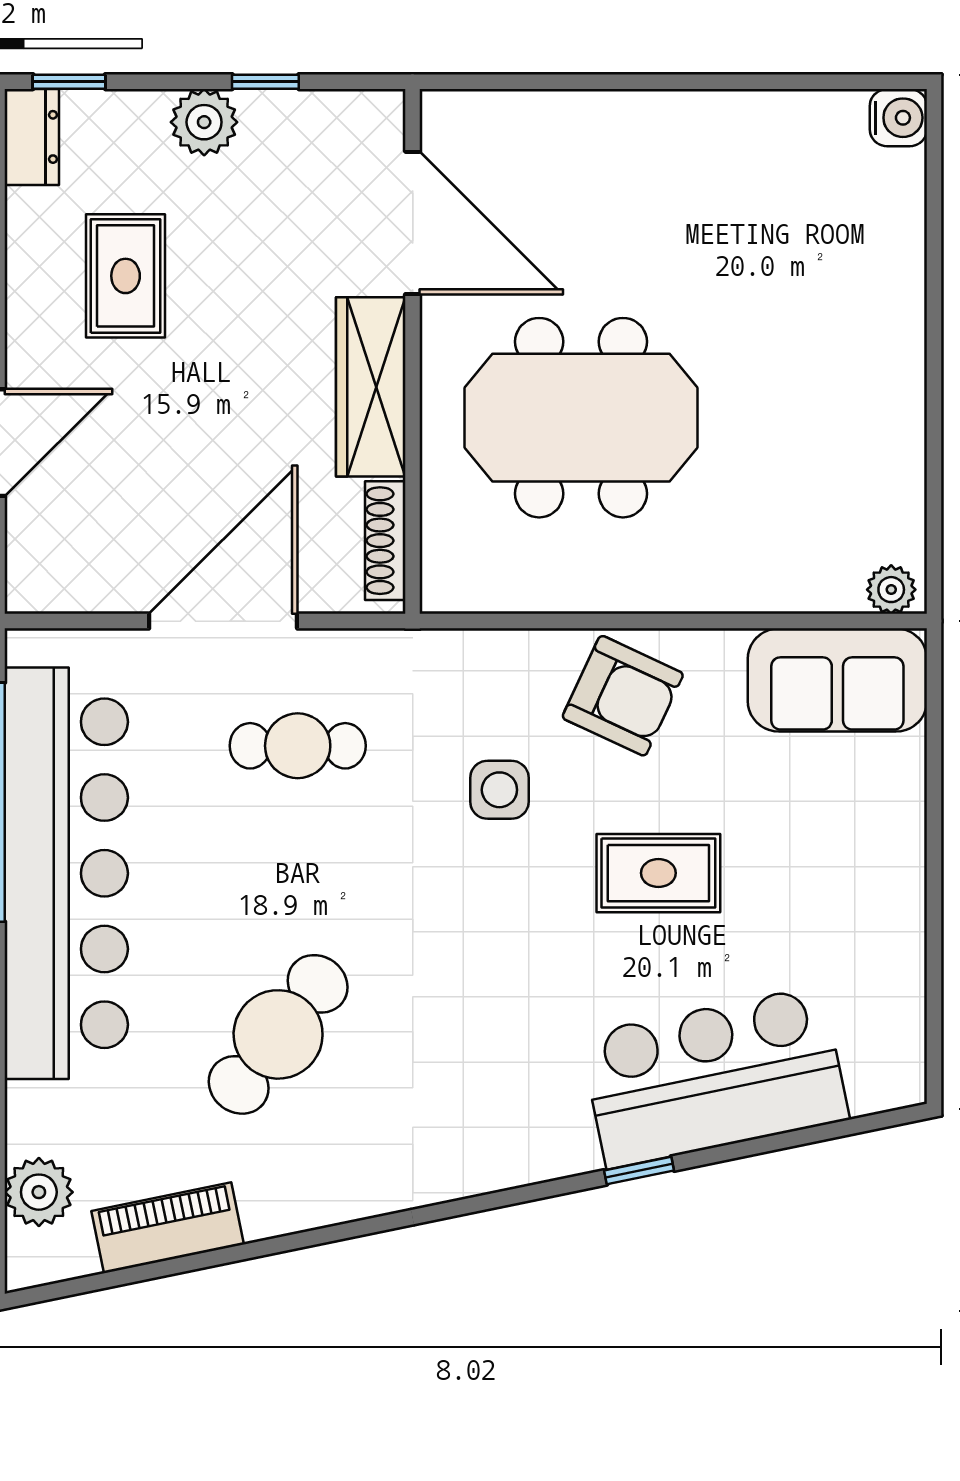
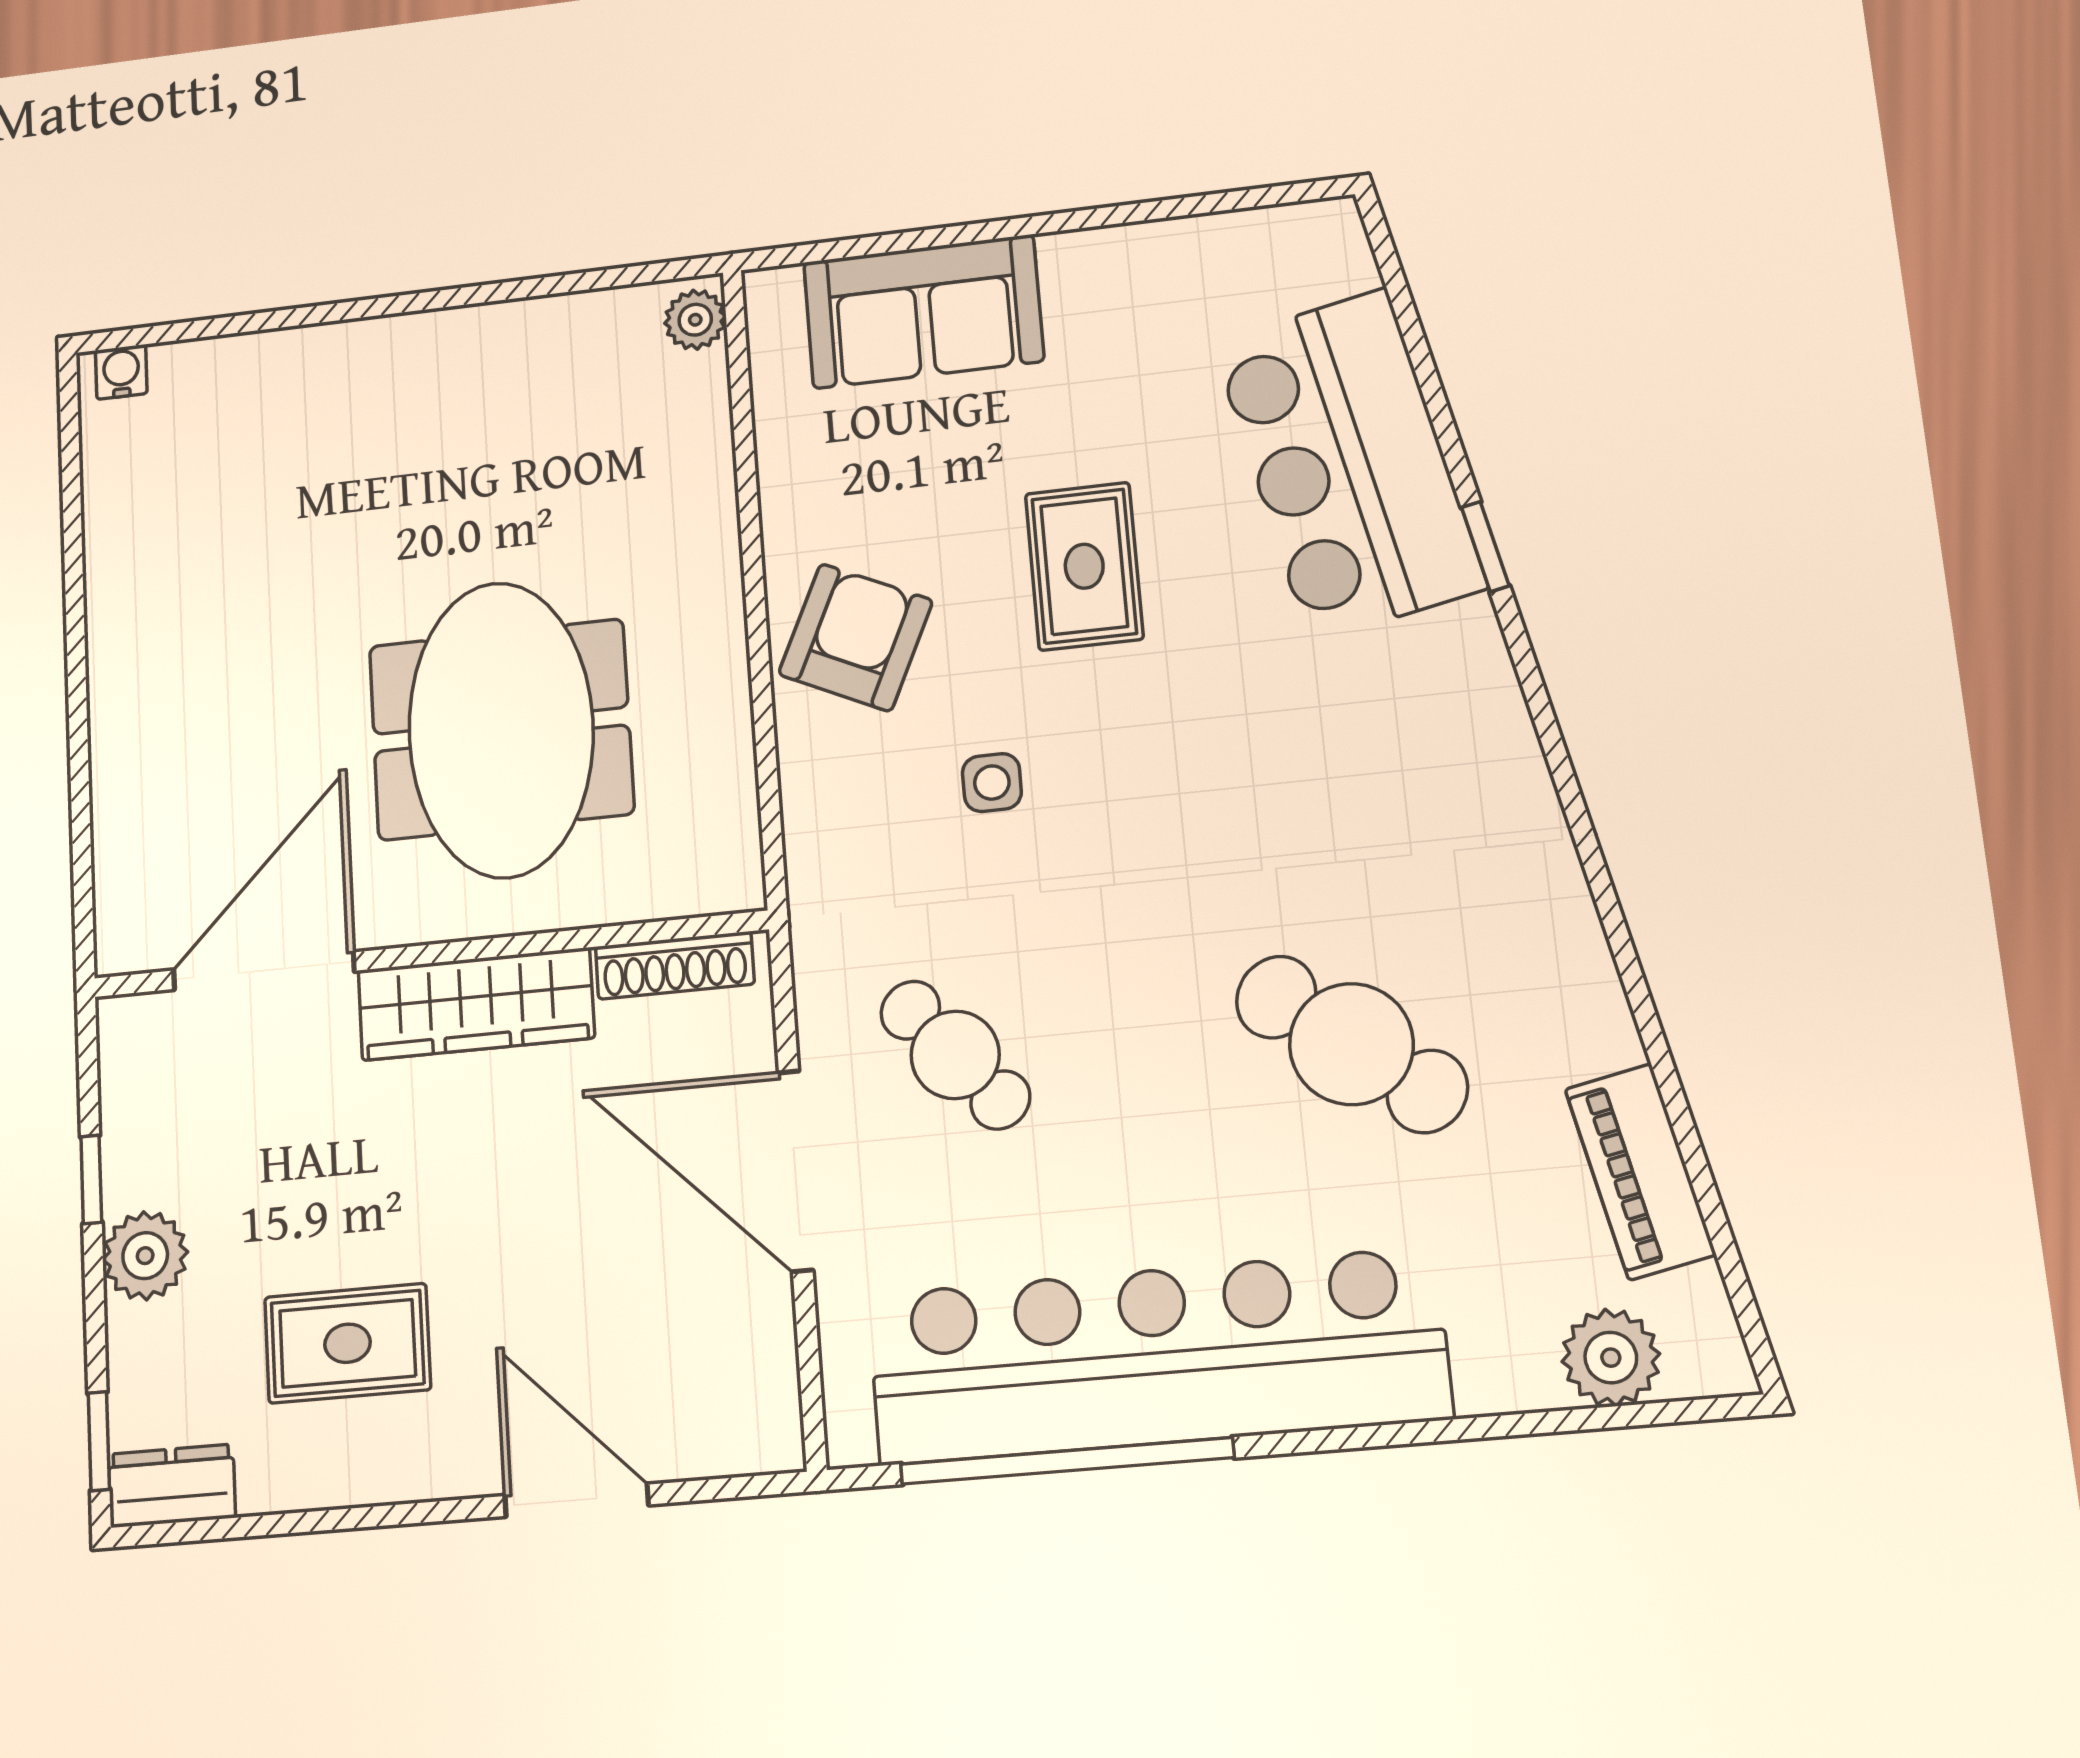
water cooler: (898, 118) -> (121, 372), width x0.72, depth x0.72
sofa: (837, 680) -> (923, 312), moved, turned 90
cafe table: (298, 746) -> (955, 1055), turned -40
side table: (499, 790) -> (992, 783), width x0.73, depth x0.73

